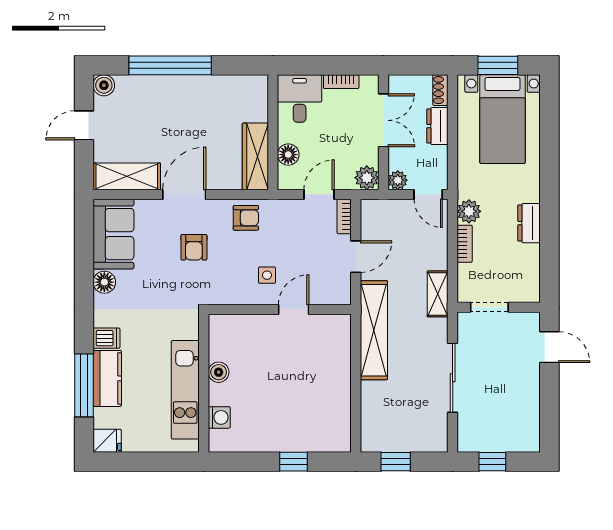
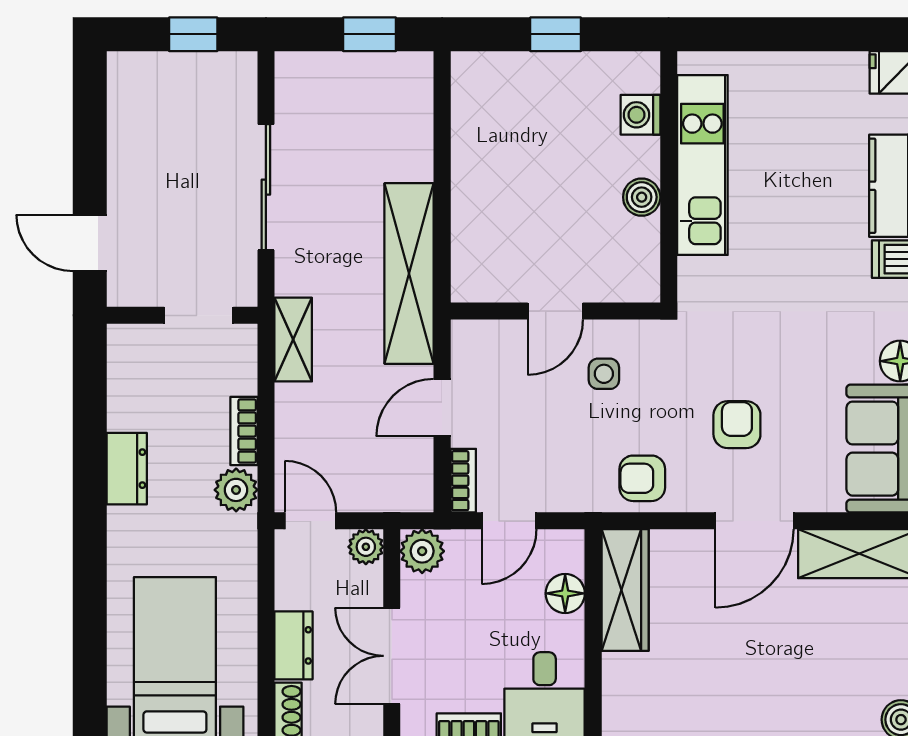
boiler: (219, 372) -> (642, 197), moved
wall: (204, 383) -> (669, 177), moved
kitchen unit: (185, 390) -> (702, 165), moved
washing machine: (219, 417) -> (640, 115), moved

